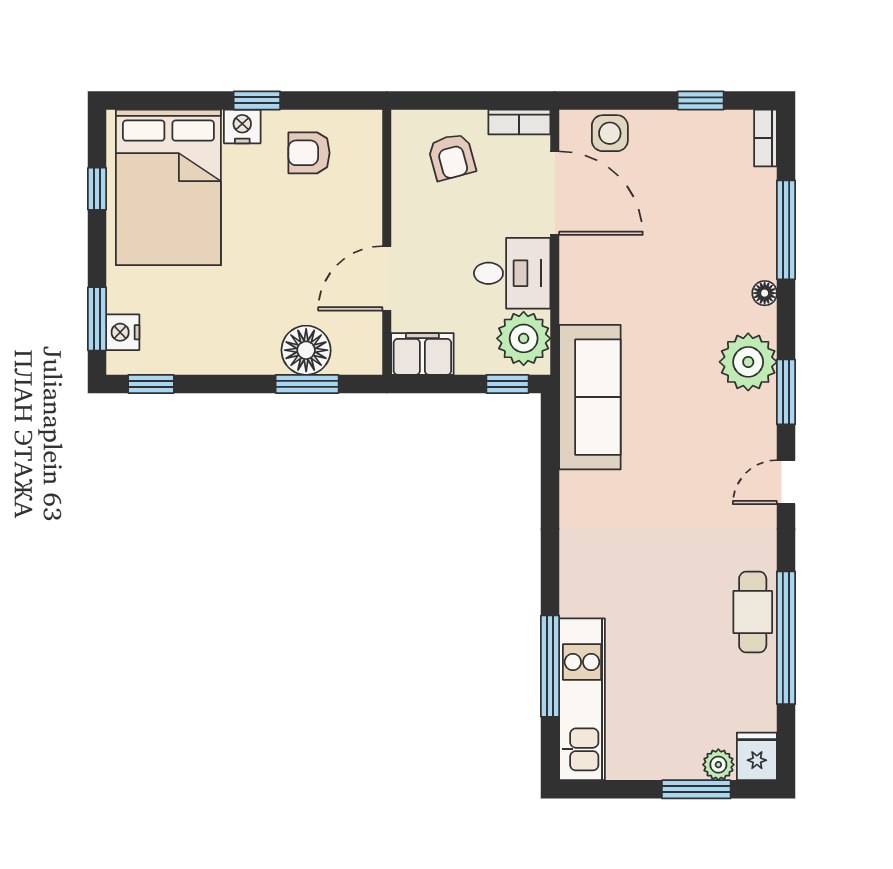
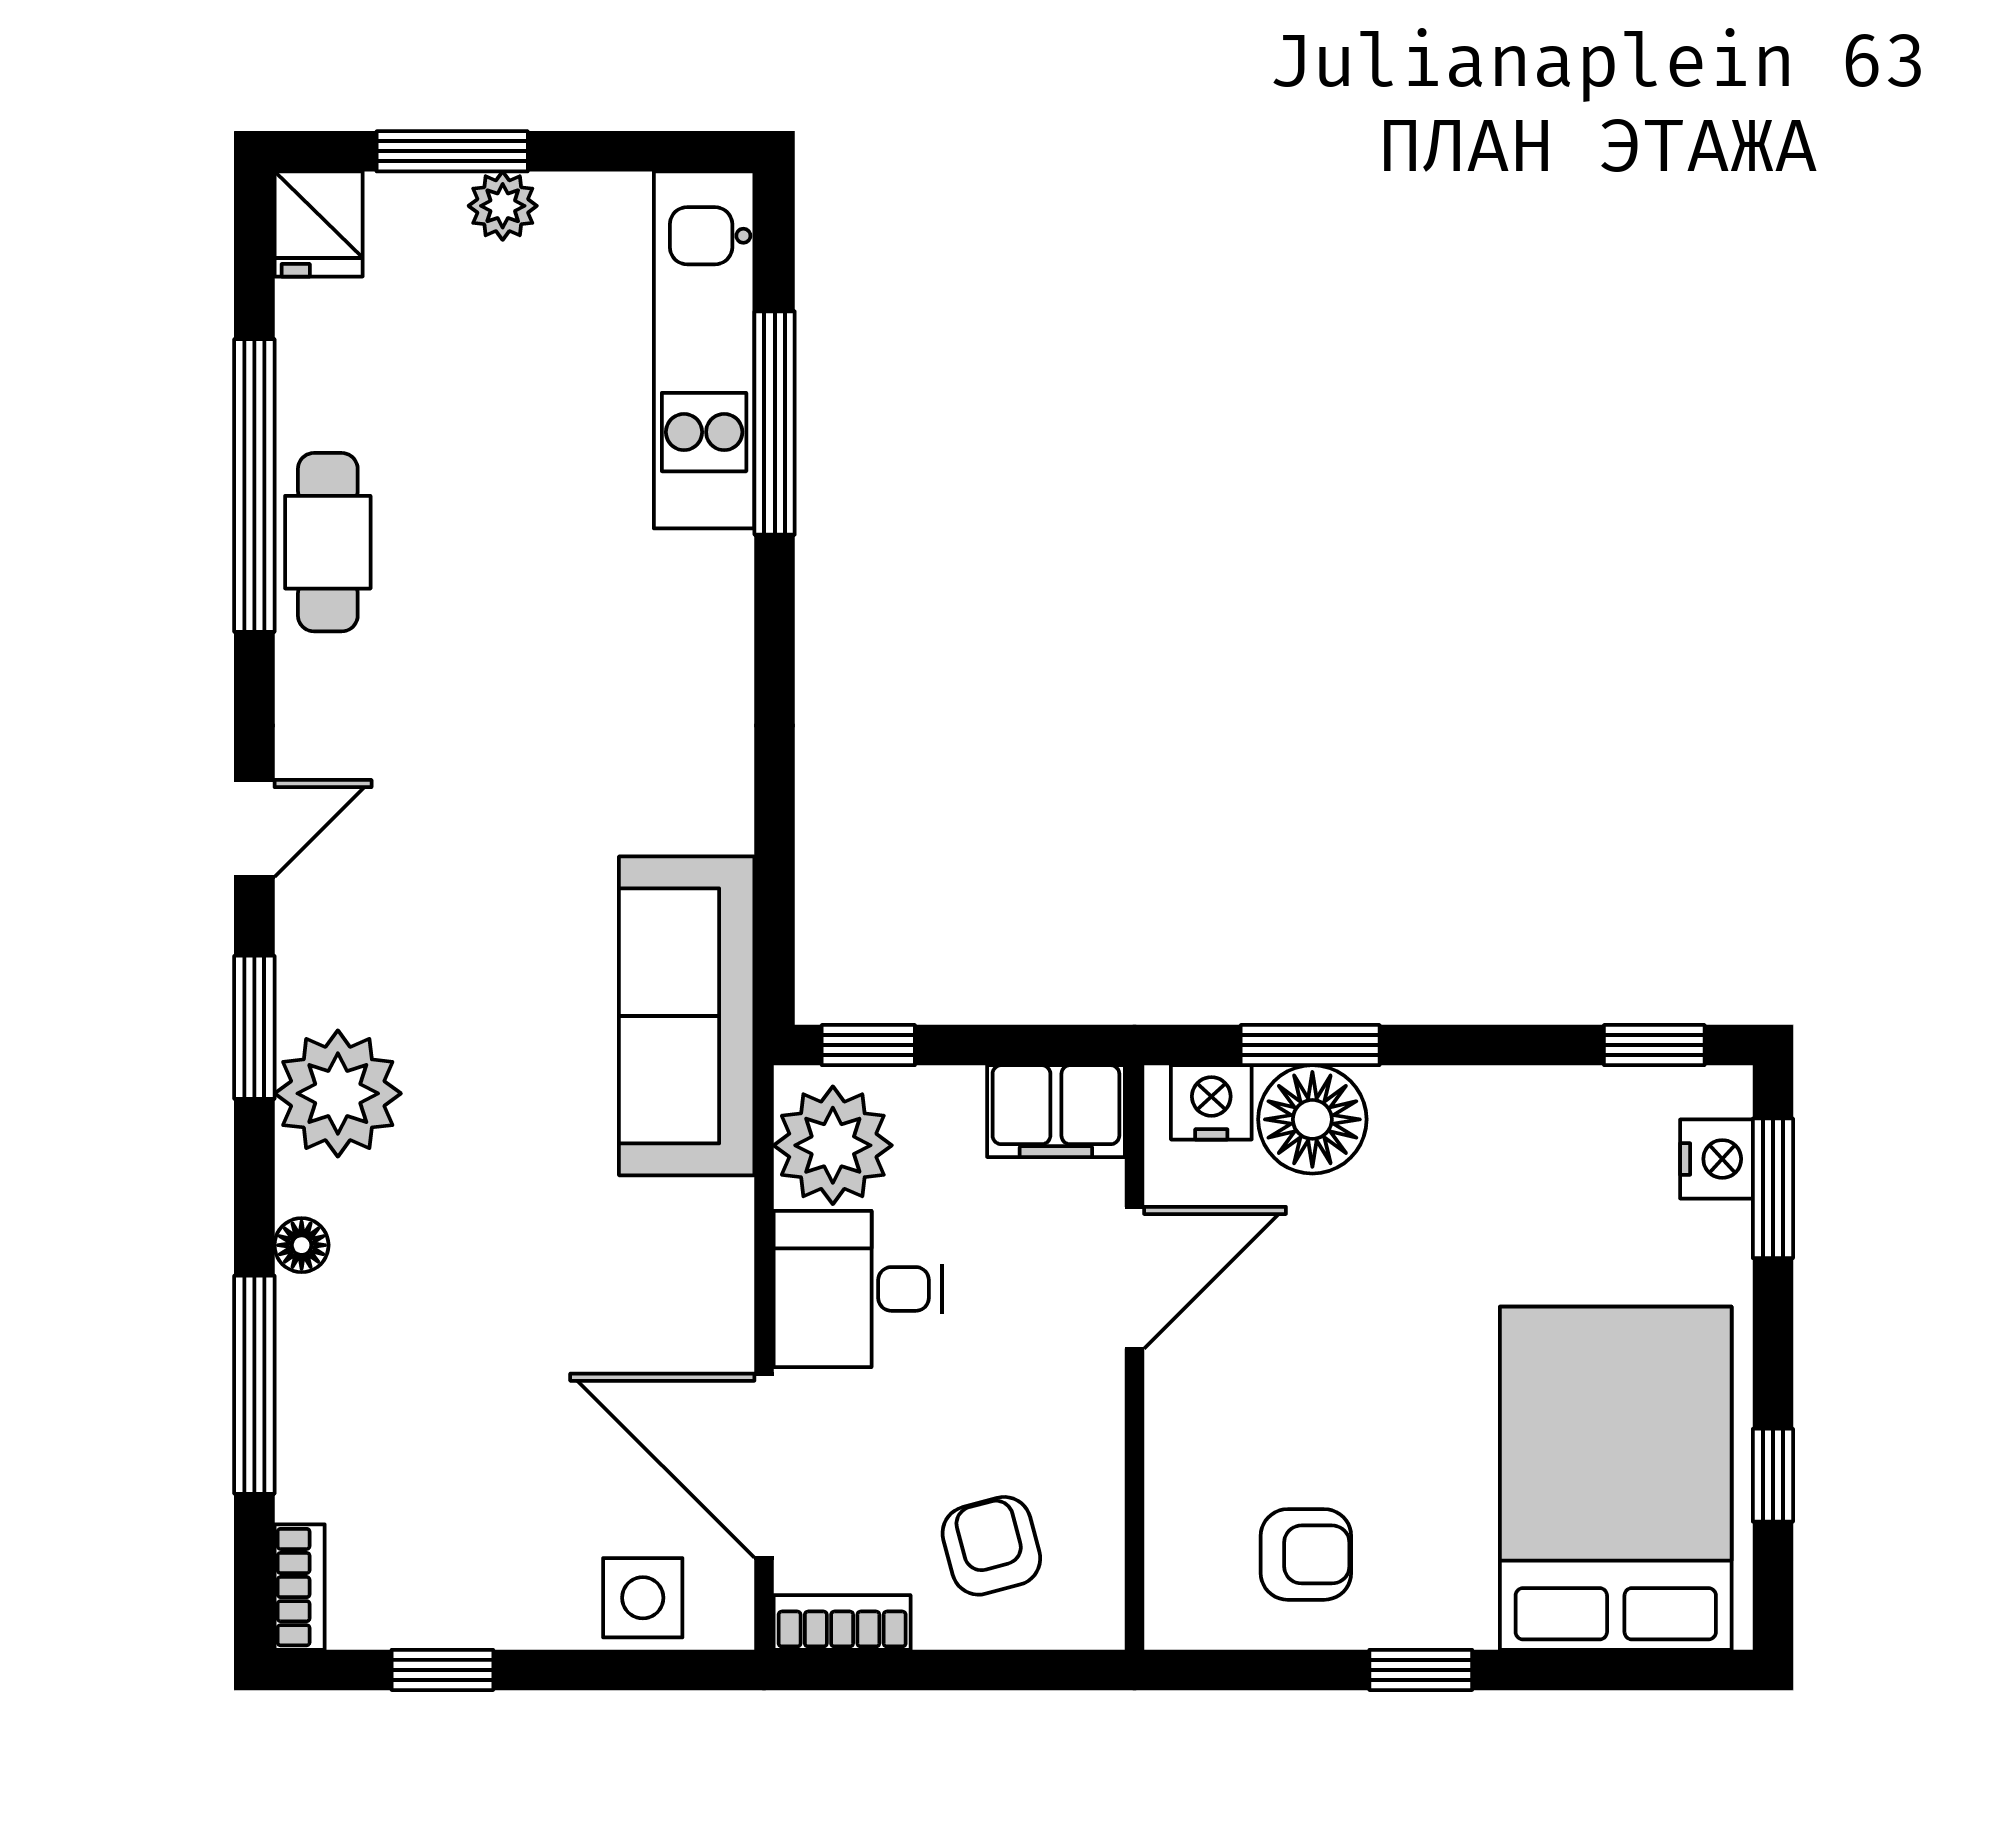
nightstand: (242, 126) -> (1211, 1102), moved, turned 180
plant: (718, 765) -> (503, 206), moved

